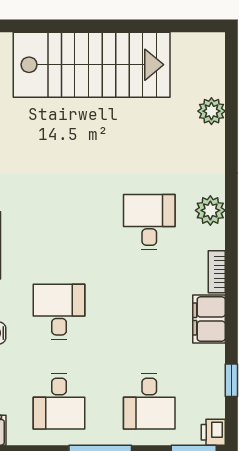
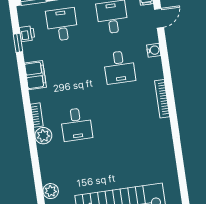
bookcase: (217, 272) -> (37, 115), moved
printer: (213, 432) -> (27, 34), moved

